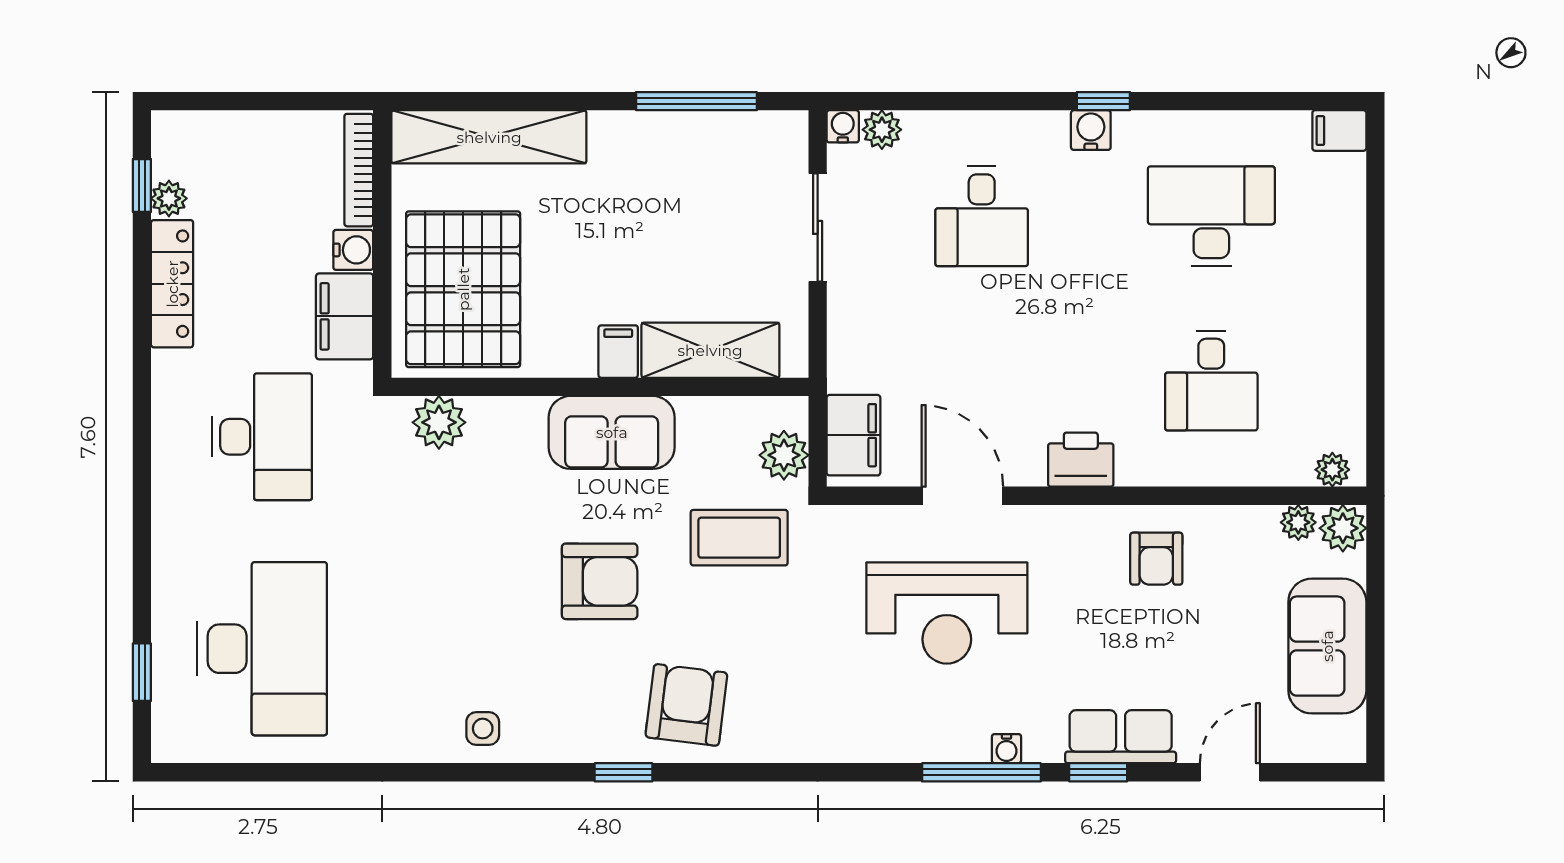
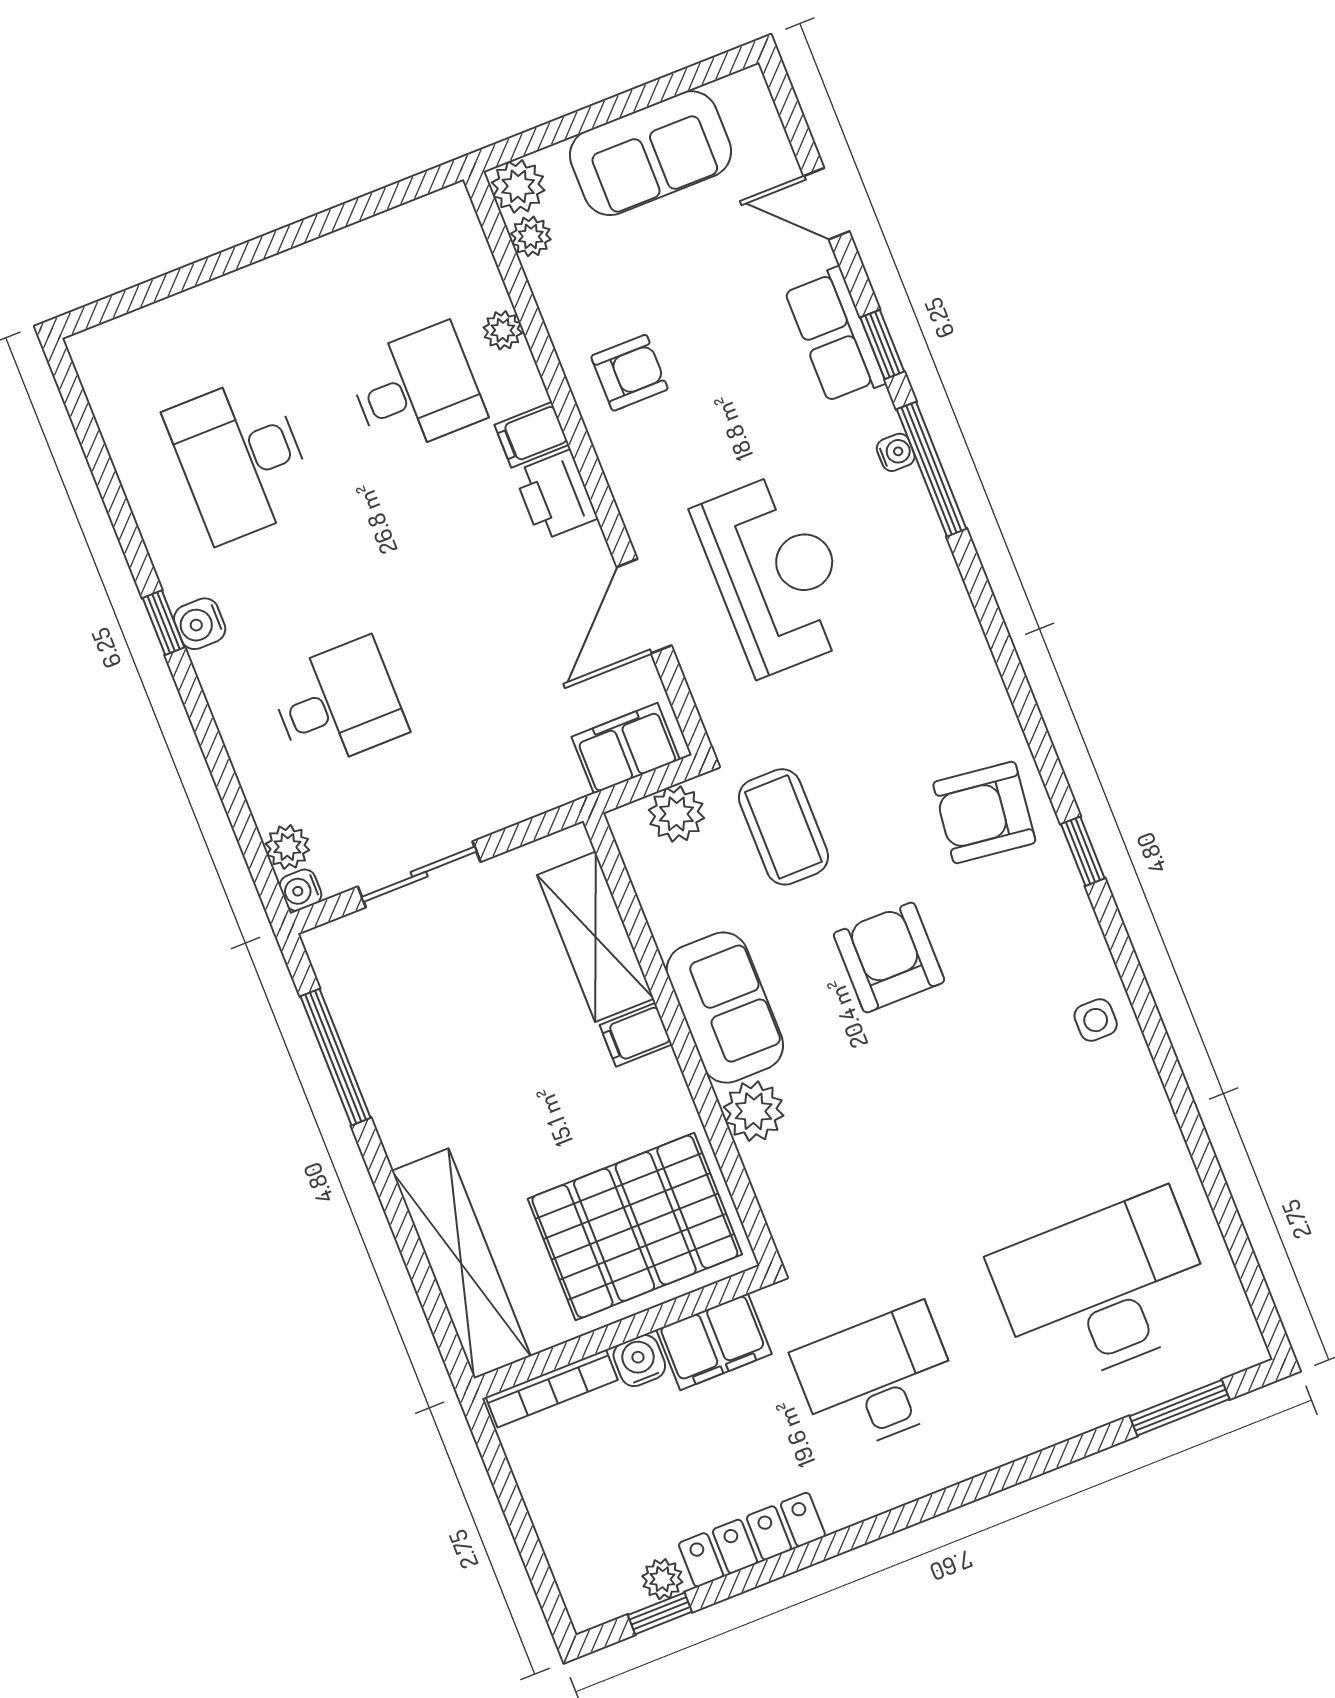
filing cabinet: (1339, 131) -> (532, 435), moved, turned 90
plant: (439, 422) -> (754, 1111), moved
plant: (1332, 470) -> (503, 330), moved
window: (142, 672) -> (1180, 1408), width x1.50

